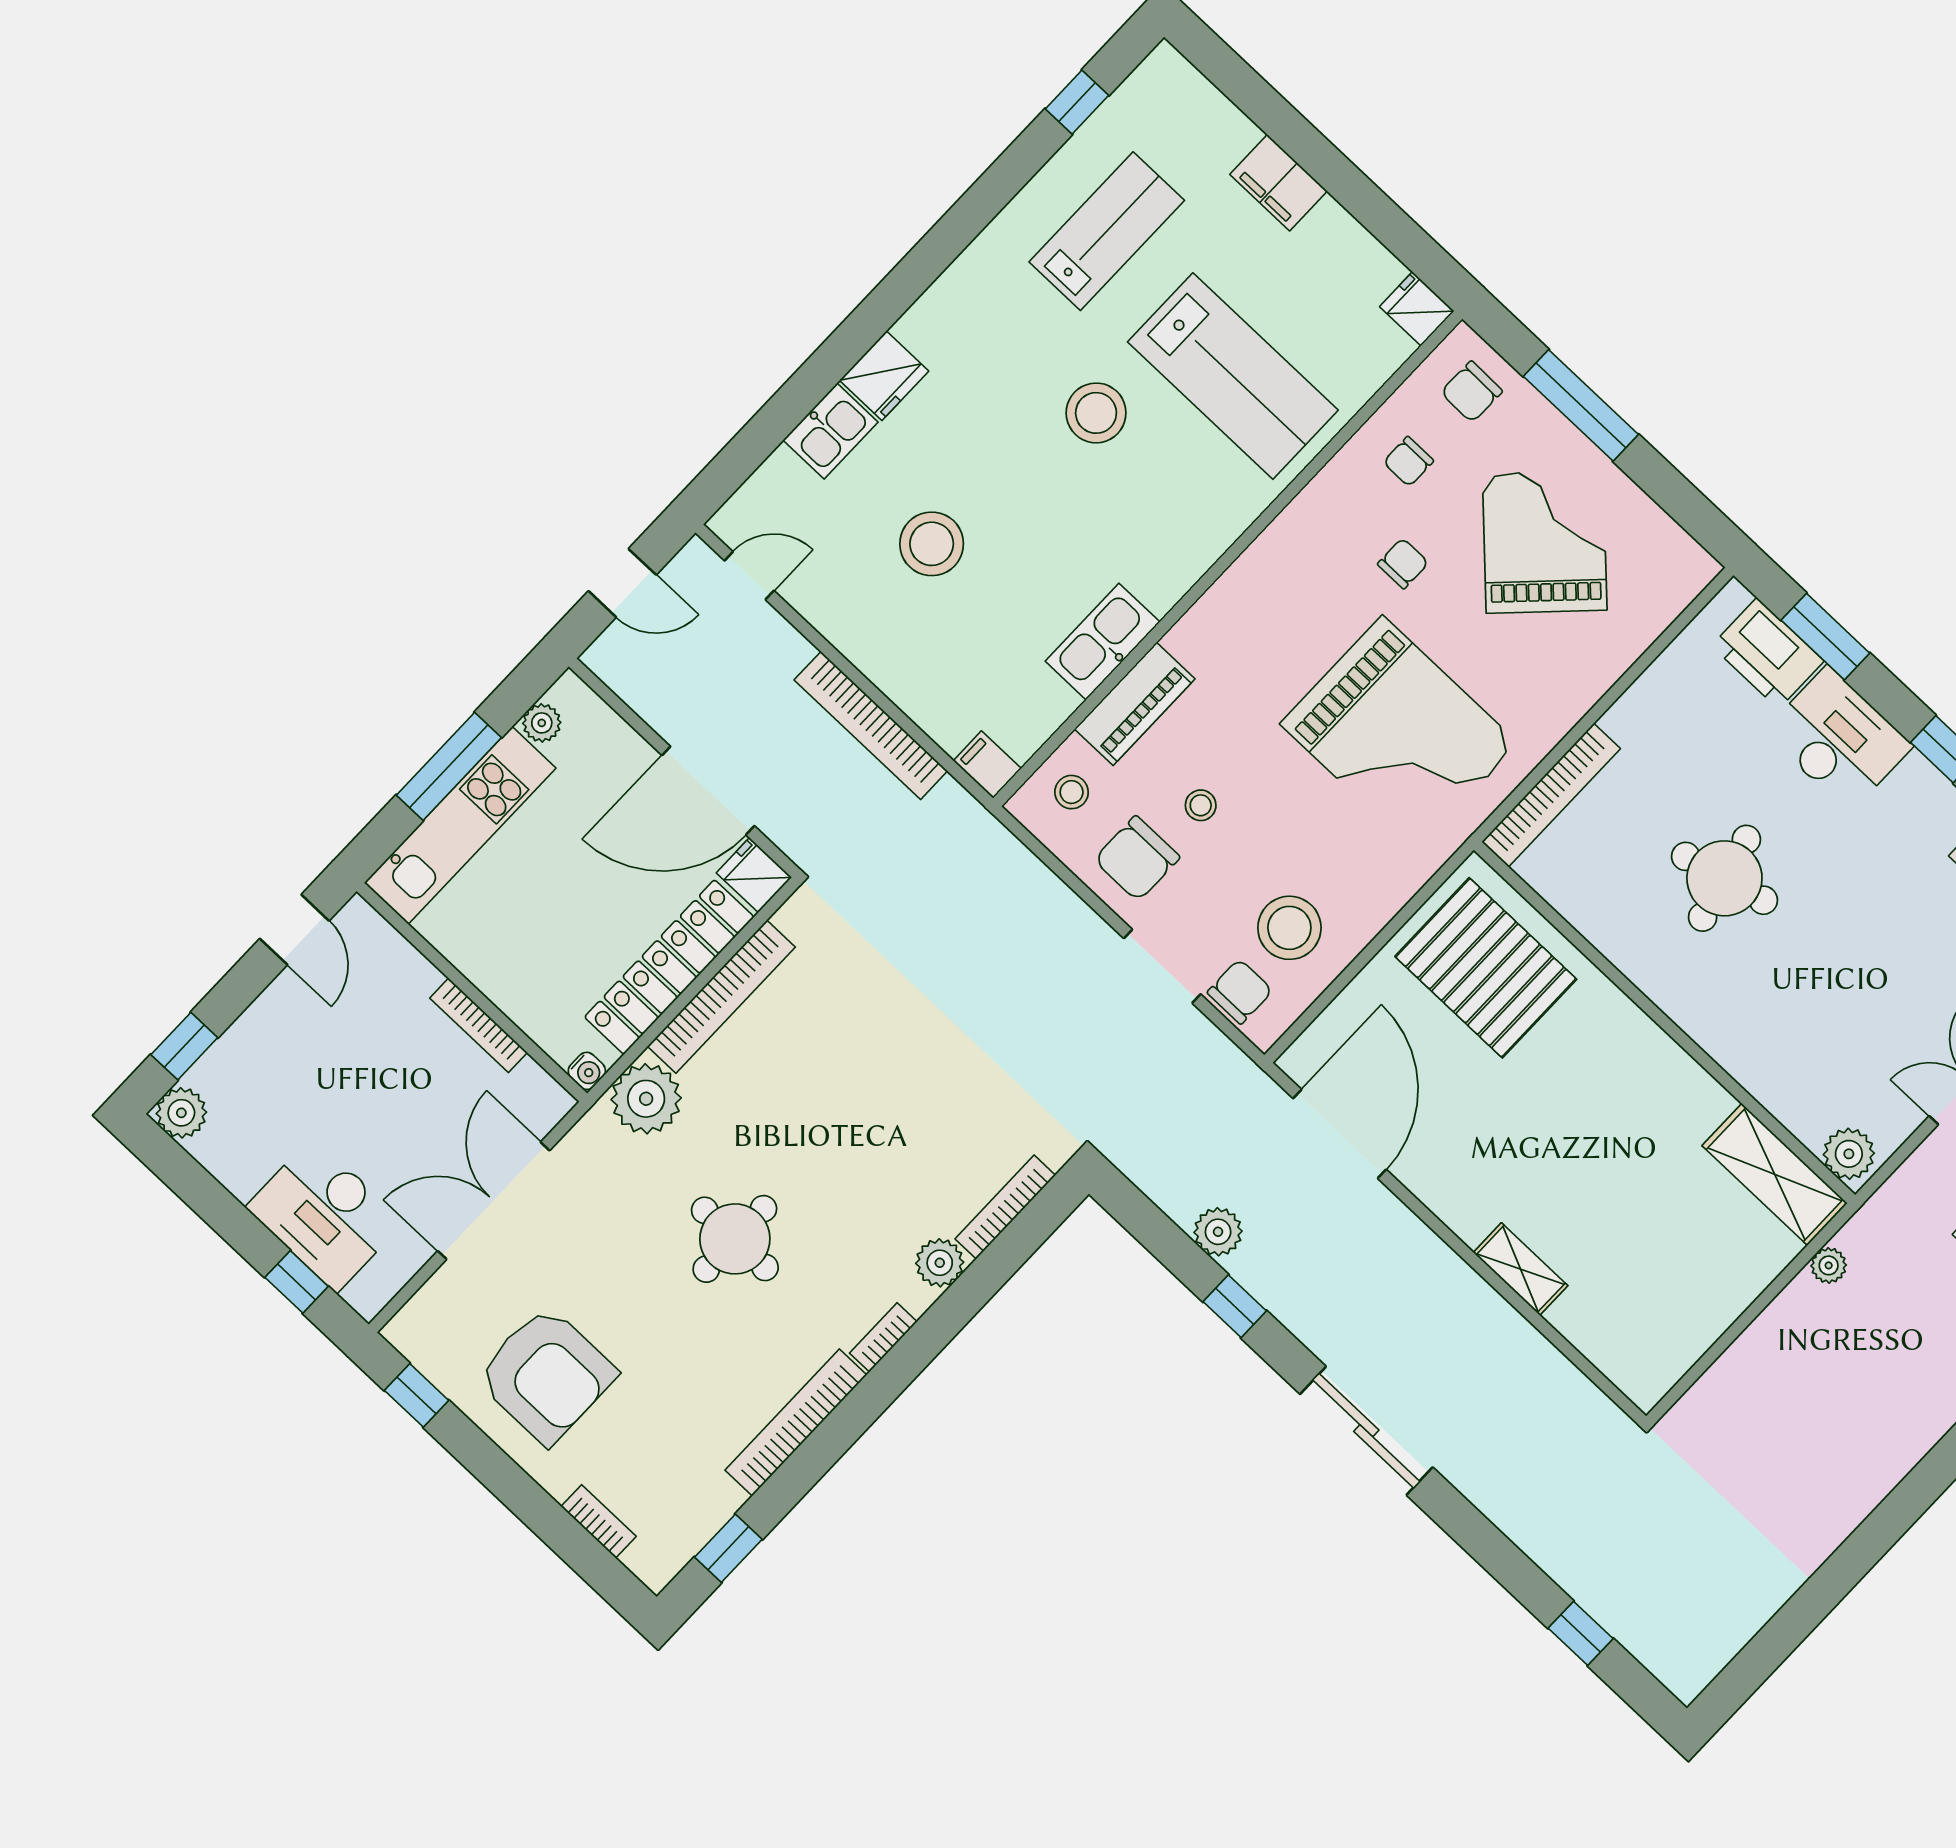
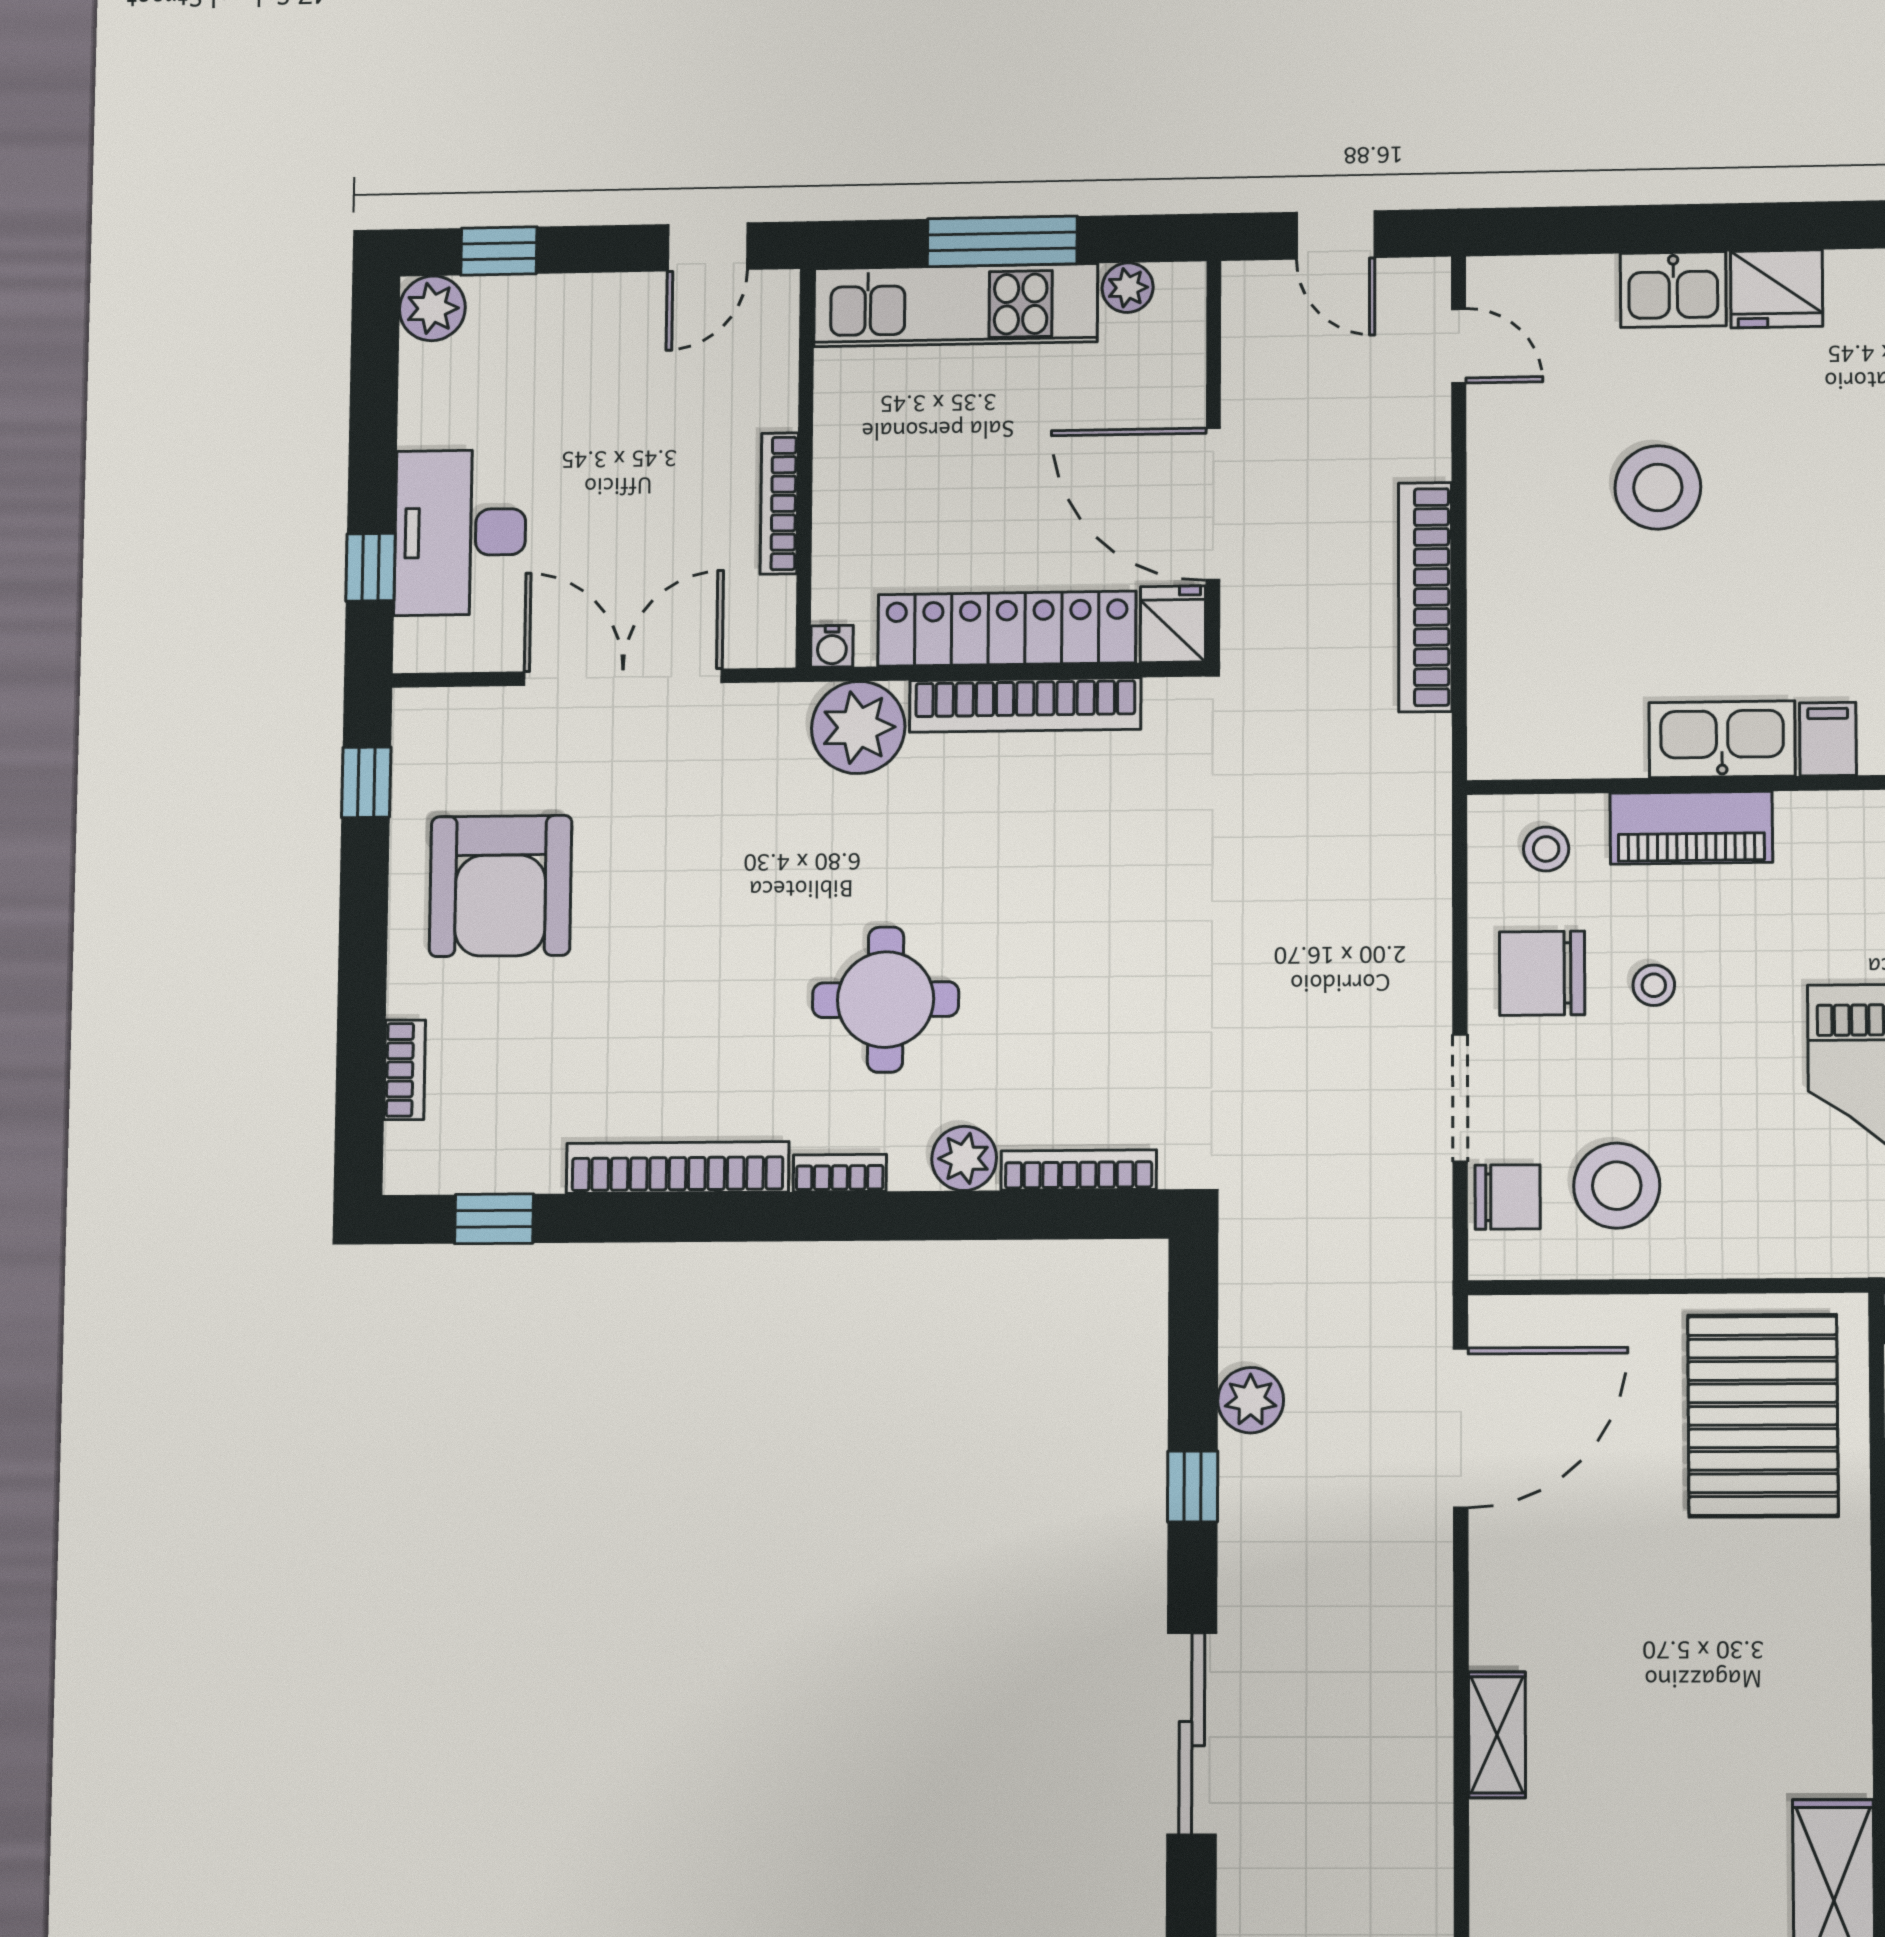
filing cabinet: (987, 765) -> (1828, 739), moved
round table: (735, 1239) -> (886, 1000), moved

